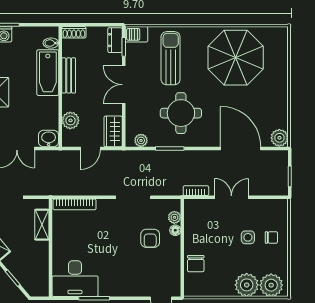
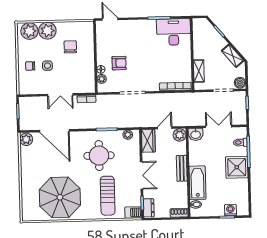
bench: (69, 75) -> (182, 168), moved
plant: (70, 120) -> (180, 135), moved
armchair: (150, 238) -> (119, 63), turned 90
chair: (196, 264) -> (70, 47), moved

